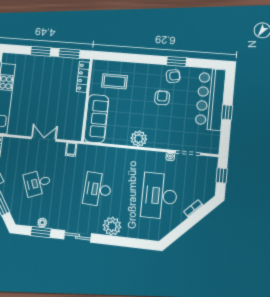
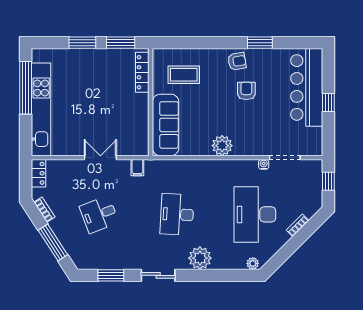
armchair: (173, 76) -> (237, 61), moved
plant: (42, 223) -> (253, 263), moved

